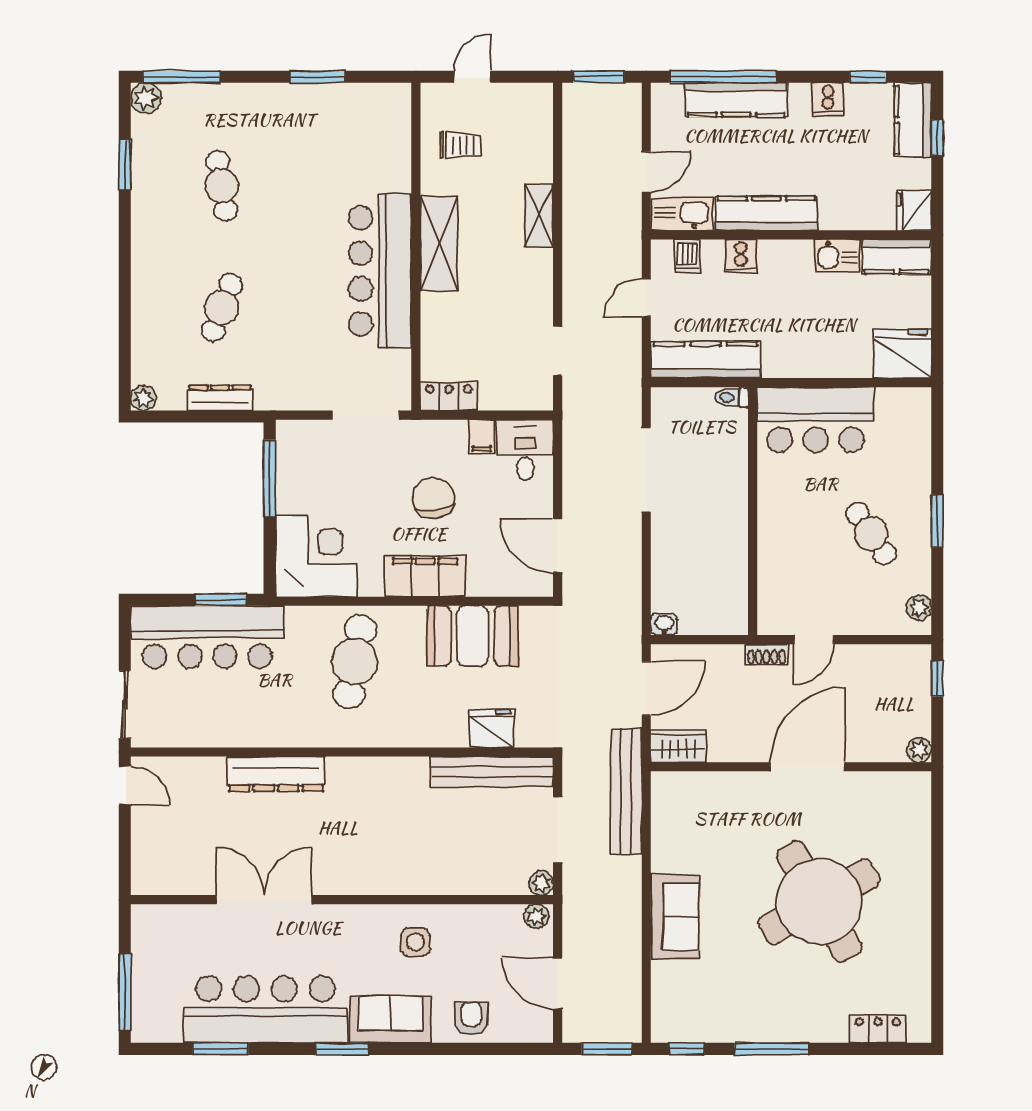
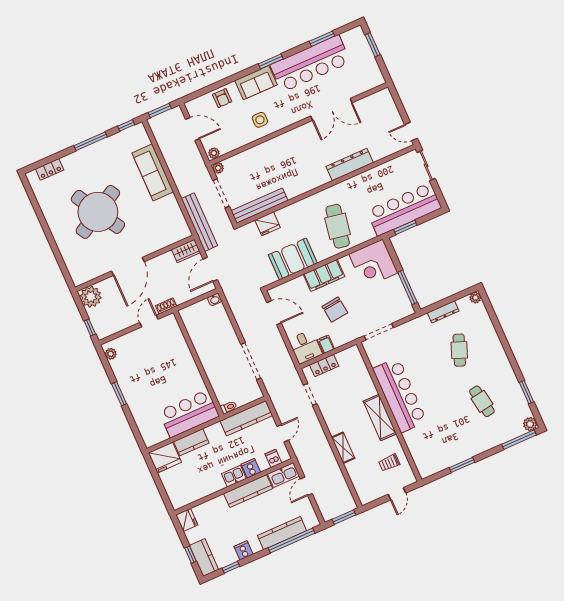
kitchen sink: (837, 256) -> (234, 476), moved
kitchen counter: (897, 257) -> (191, 442), moved, turned 180
locker: (449, 396) -> (324, 366), moved
cafe table: (871, 533) -> (145, 376), removed
plant: (919, 750) -> (91, 297), width x1.88, depth x1.88
sofa: (675, 917) -> (153, 172), width x1.36
window: (125, 992) -> (373, 45), width x0.69

